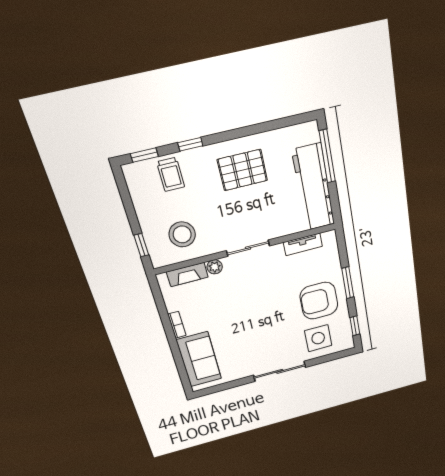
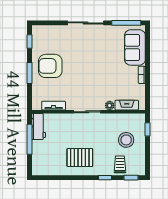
window: (327, 156) -> (29, 139), moved
workbench: (314, 188) -> (39, 127), width x0.53, depth x0.76
stool: (182, 234) -> (126, 140), moved
armchair: (319, 301) -> (50, 66), turned 180
side table: (318, 338) -> (56, 40), removed
window: (221, 387) -> (126, 23), added

